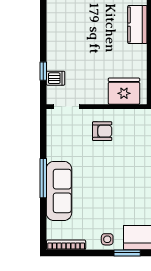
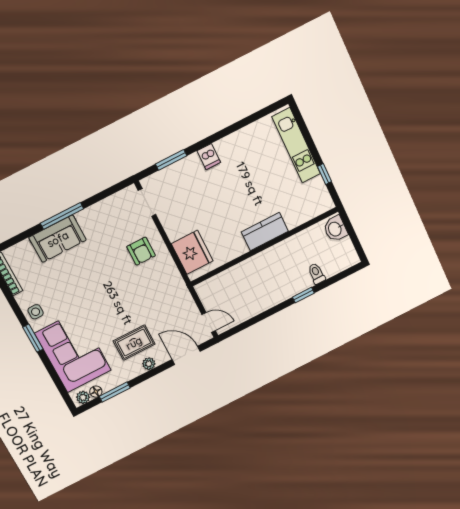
window: (43, 71) -> (171, 160), width x1.50
dishwasher: (56, 78) -> (209, 157), moved
sofa: (59, 191) -> (58, 239), width x0.73

